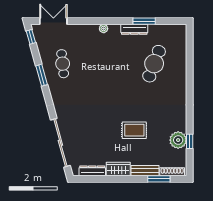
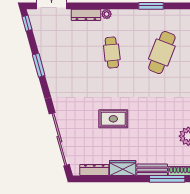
dresser: (134, 29) -> (86, 15), moved
cafe table: (63, 64) -> (112, 53), moved
rug: (134, 130) -> (113, 119), moved
window: (159, 179) -> (167, 179), width x1.44

